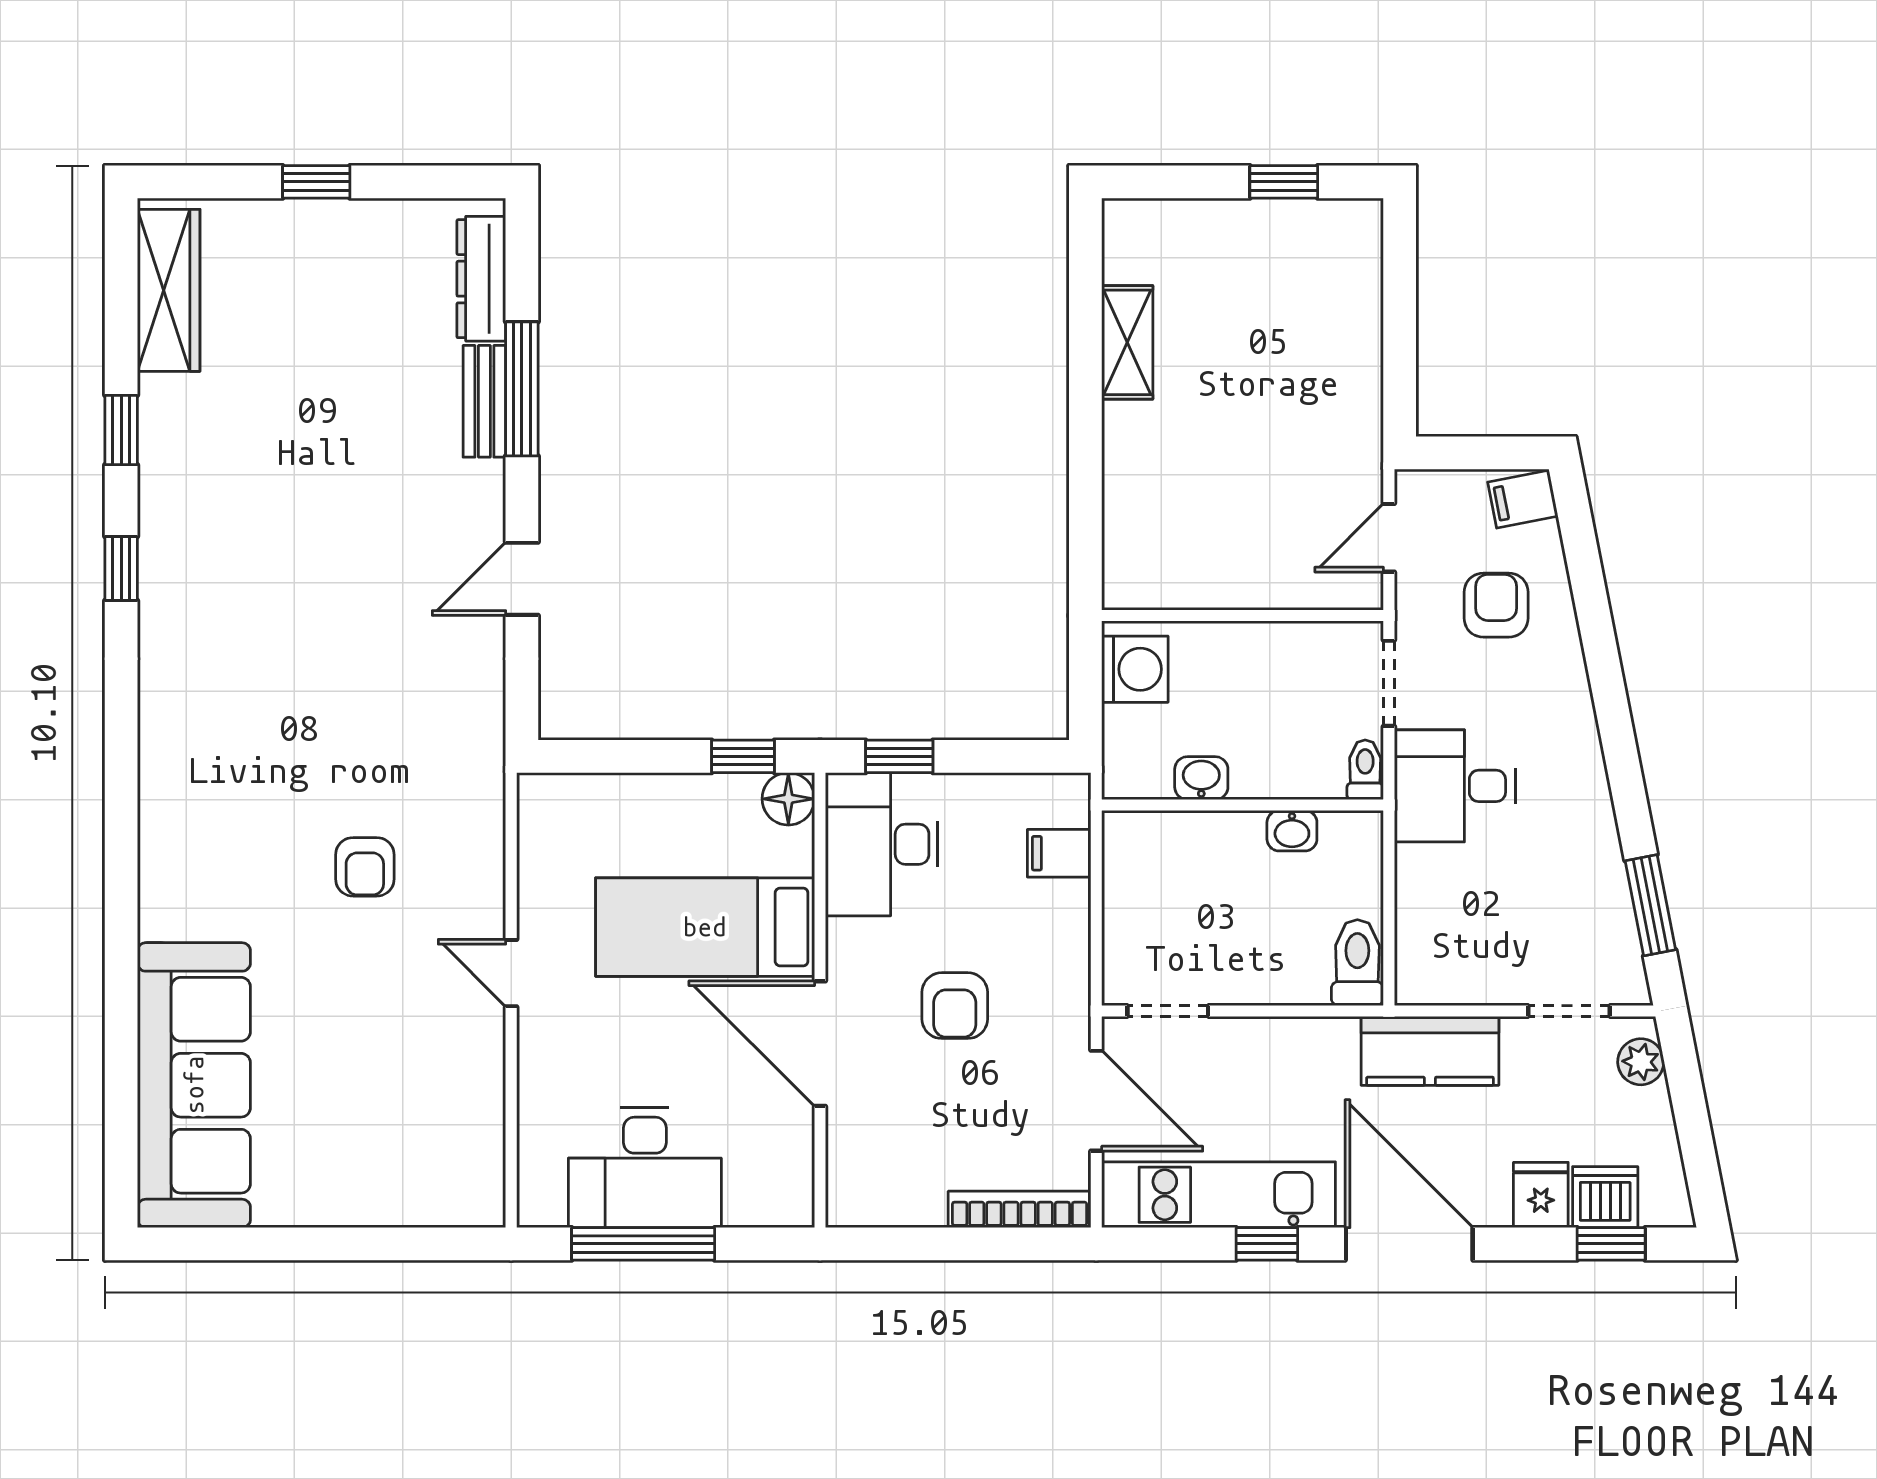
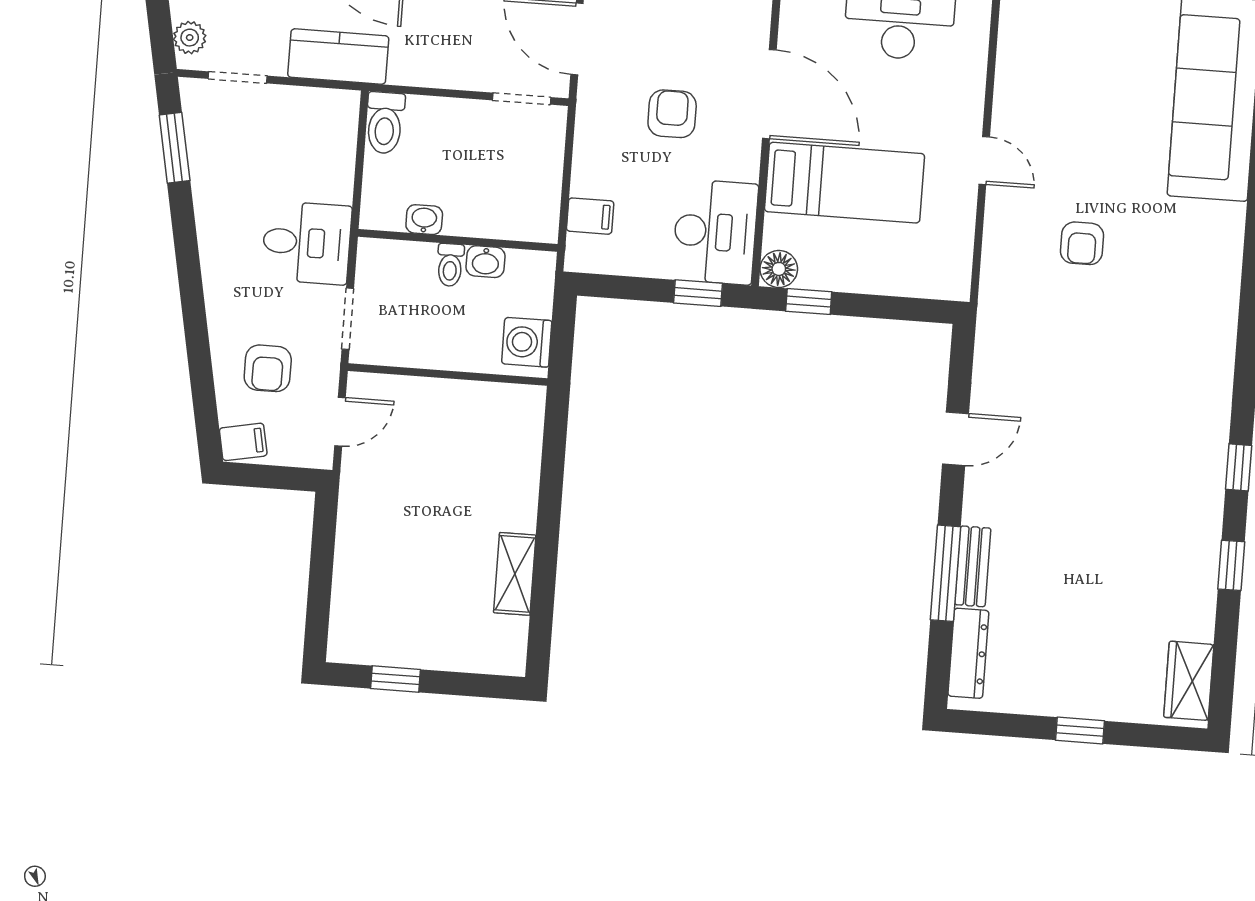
wardrobe: (169, 290) -> (1189, 681), width x0.67
toilet: (1365, 770) -> (450, 265), moved
armchair: (365, 867) -> (1082, 243), turned 180

